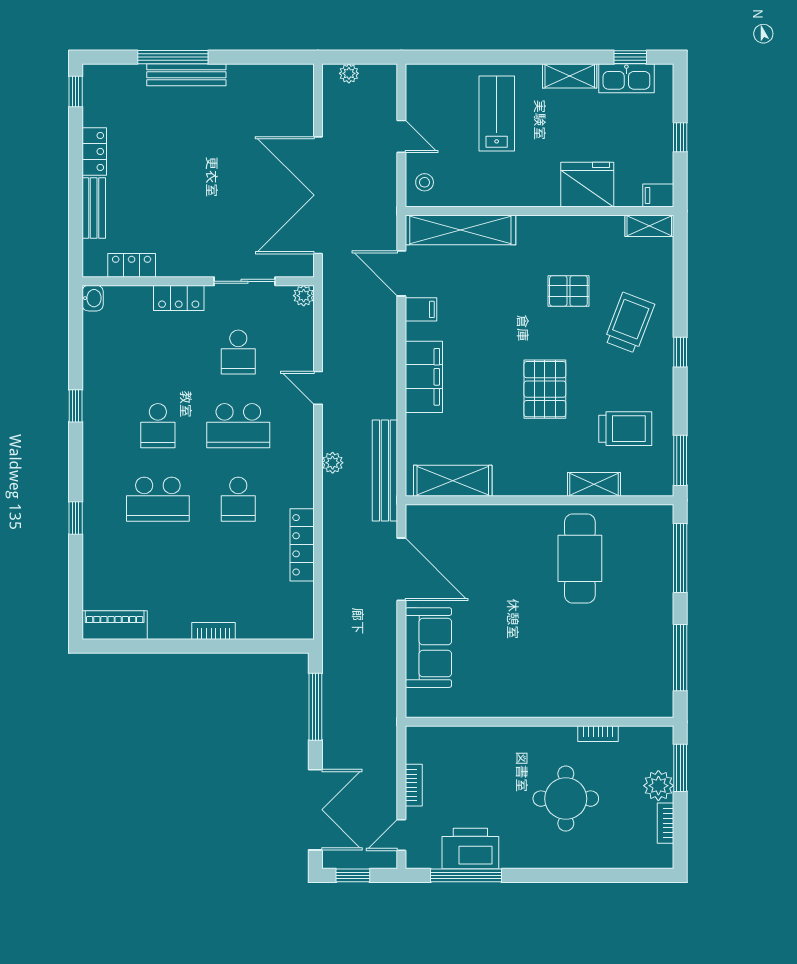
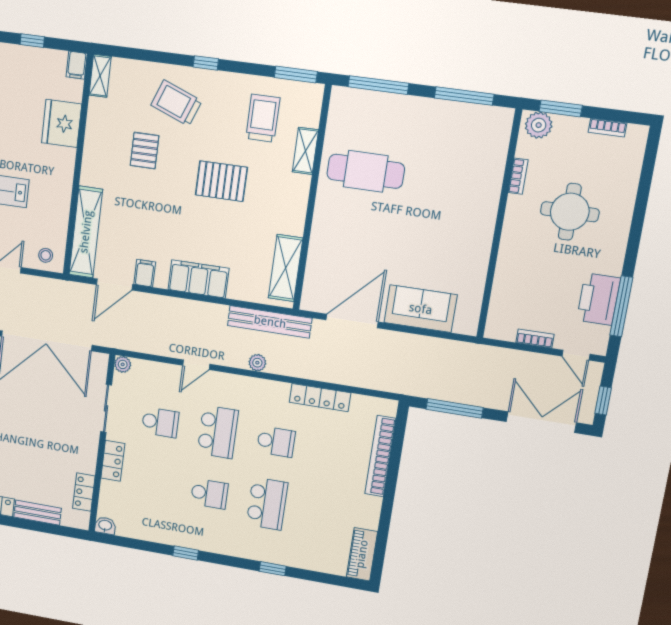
bookcase: (213, 631) -> (380, 456), width x2.31, depth x1.31
plant: (658, 786) -> (539, 125), moved

